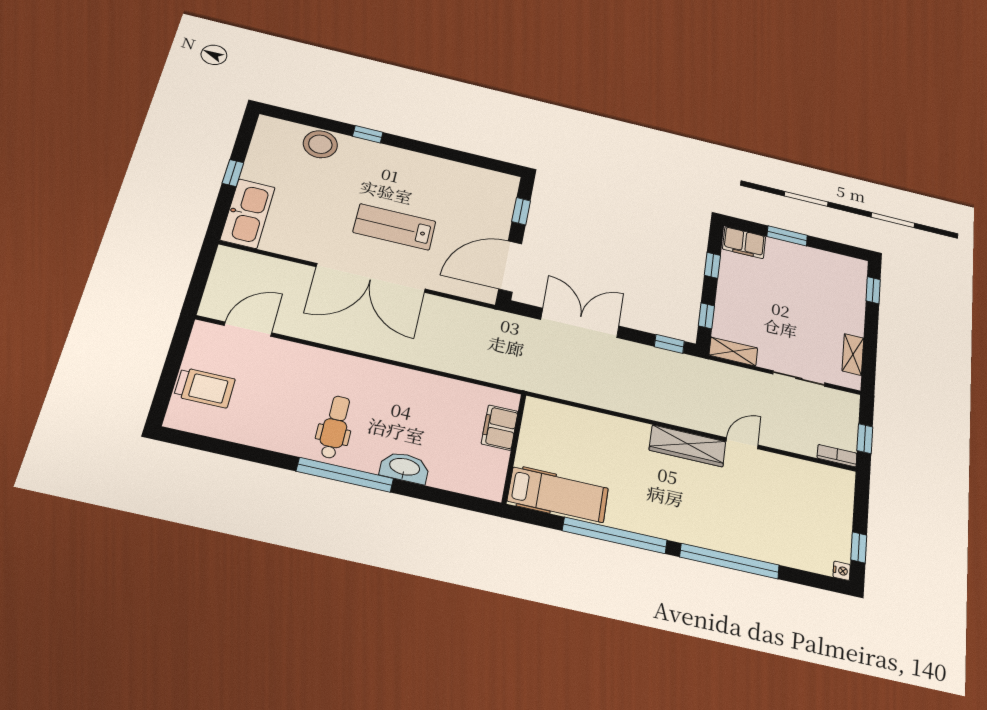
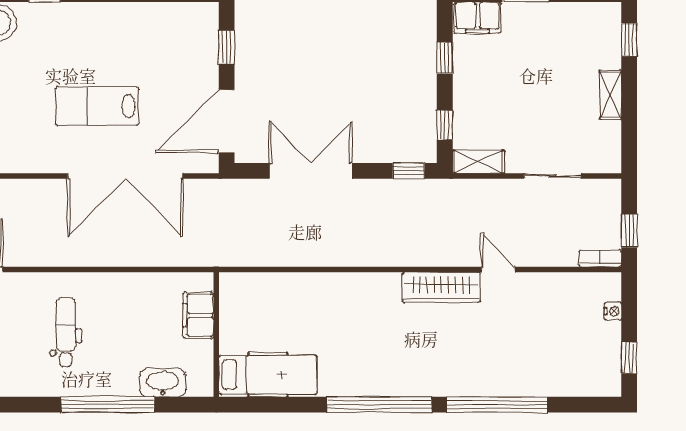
double door: (371, 278) -> (125, 176), moved
shelving: (853, 354) -> (610, 95), moved
dental chair: (335, 427) -> (66, 332), moved
filing cabinet: (500, 428) -> (198, 315), moved
door: (742, 443) -> (498, 270), hinge flipped
wall: (514, 448) -> (216, 334), moved
hospital bed: (558, 495) -> (268, 375), moved
nightstand: (842, 571) -> (613, 311), moved

